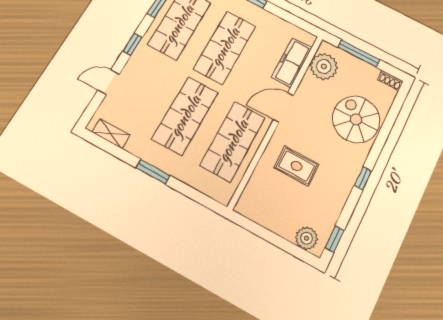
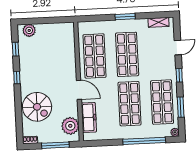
door: (283, 107) -> (79, 90), hinge flipped
rug: (297, 166) -> (54, 63), removed
window: (335, 239) -> (15, 49), moved

